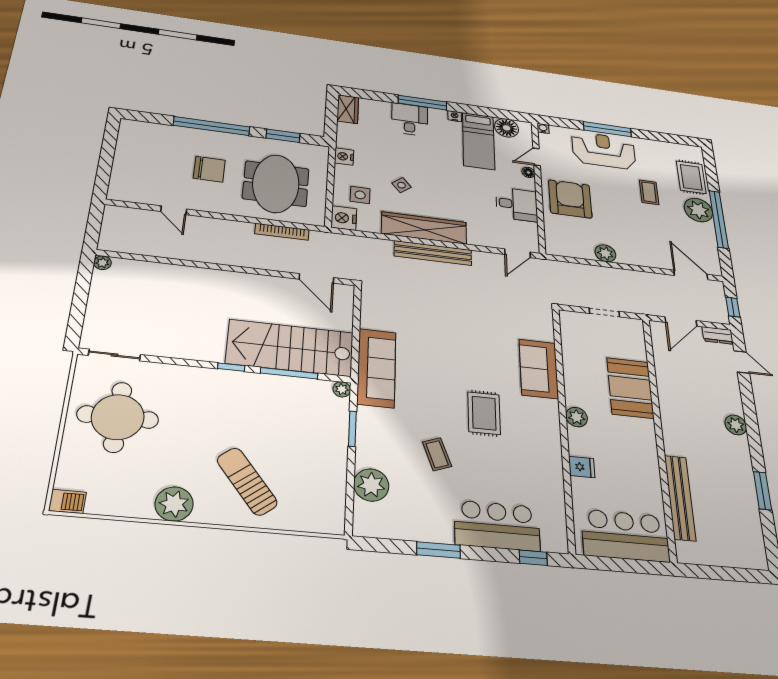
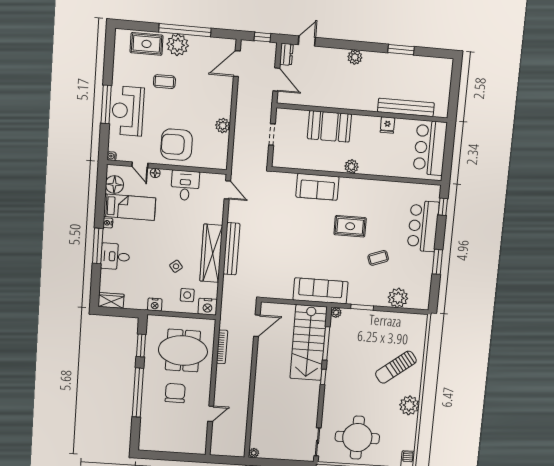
fridge: (582, 467) -> (387, 125), moved, turned 180

